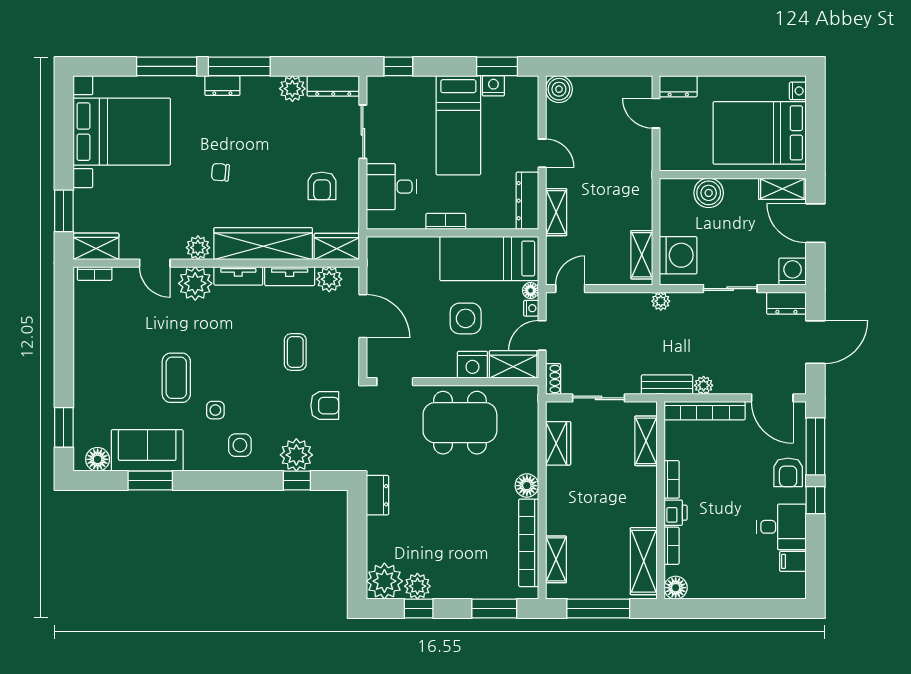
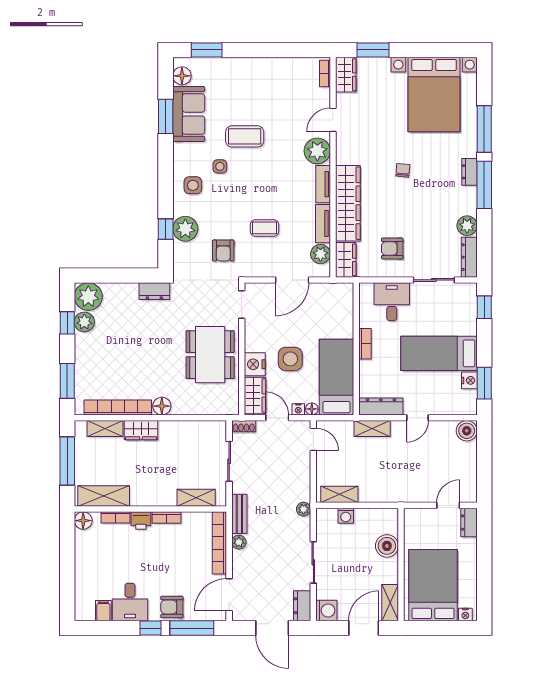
plant: (198, 248) -> (345, 153), removed
washing machine: (678, 255) -> (346, 516), width x0.53, depth x0.53
wardrobe: (558, 443) -> (141, 430), moved

